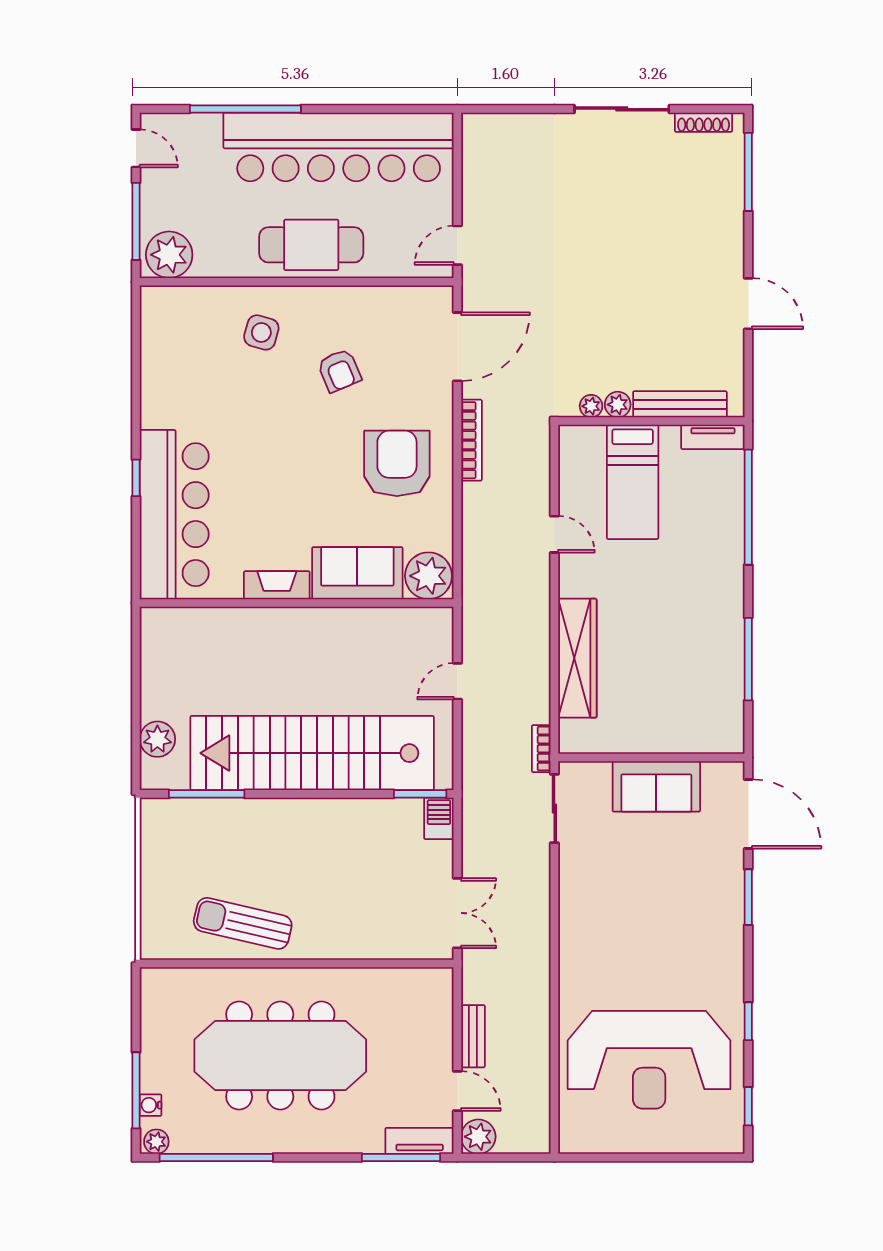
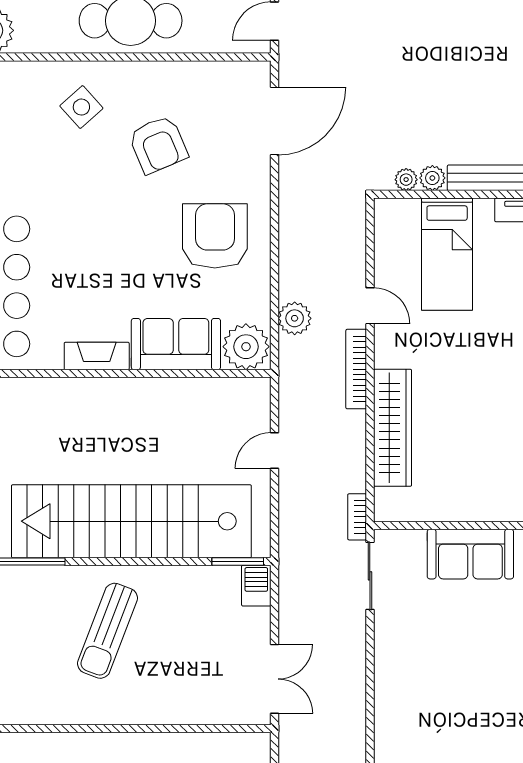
side table: (261, 332) -> (81, 107), turned 32
armchair: (339, 371) -> (158, 145), width x1.38, depth x1.38
bookcase: (471, 440) -> (356, 369), moved, turned 180
plant: (478, 547) -> (295, 318), added
sun lounger: (243, 923) -> (107, 631), moved, turned -82

